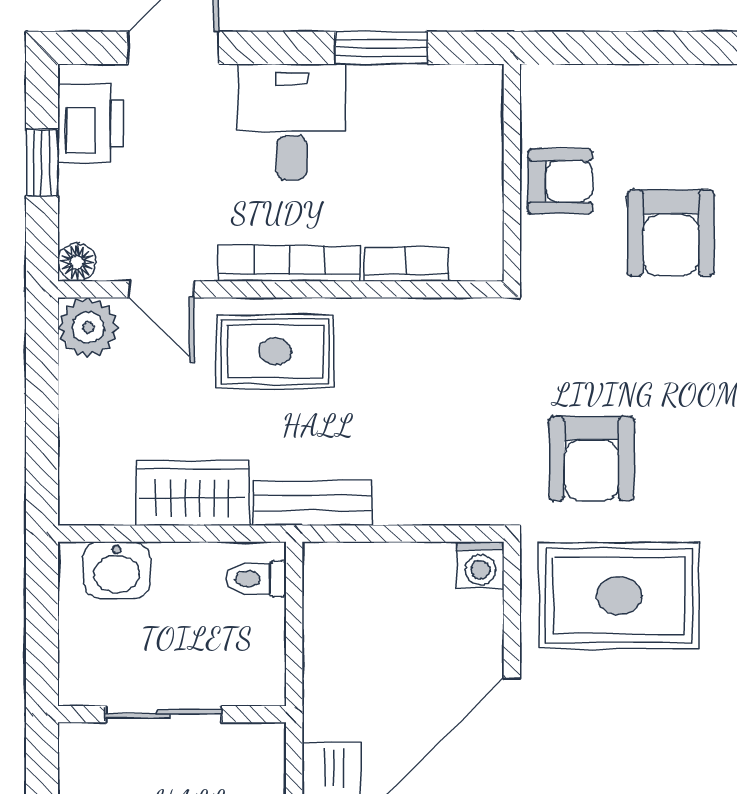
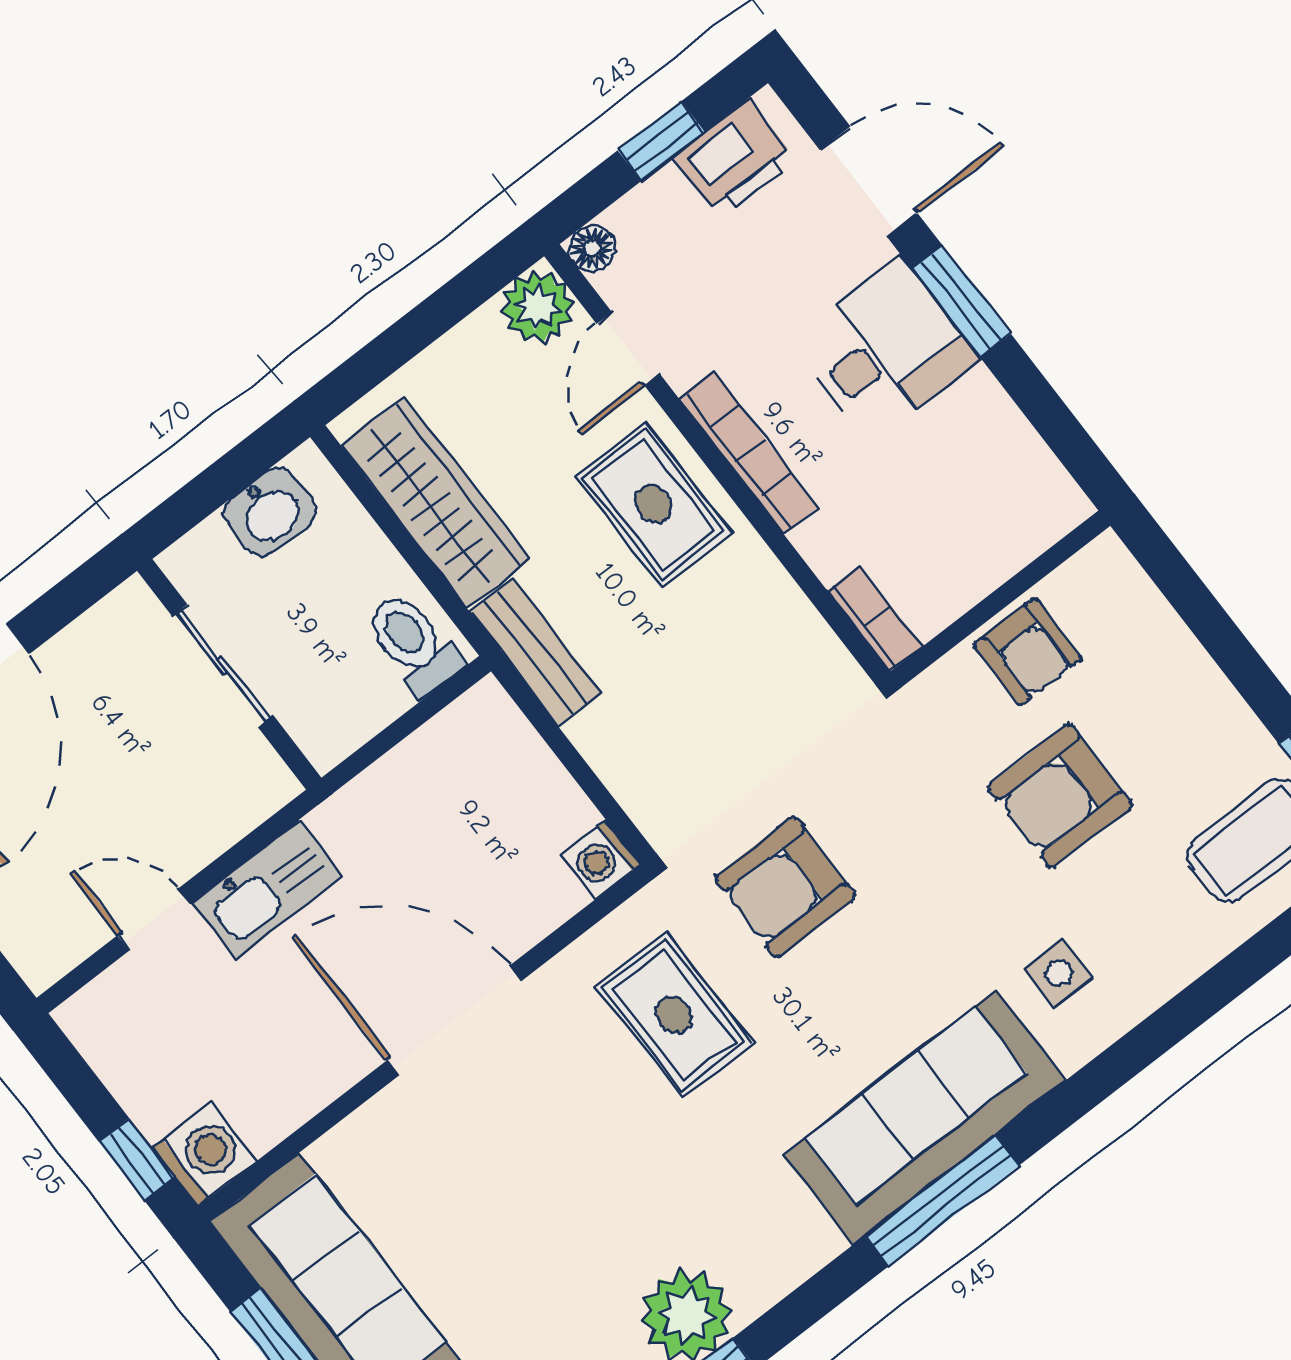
window: (381, 48) -> (962, 302), moved
bookcase: (407, 265) -> (875, 619), moved
wardrobe: (192, 493) -> (435, 502), width x1.50
washbasin: (117, 570) -> (269, 512), moved, turned -90
toilet: (256, 579) -> (413, 644), width x1.37, depth x1.39
rug: (619, 596) -> (674, 1015), width x0.73, depth x0.70

